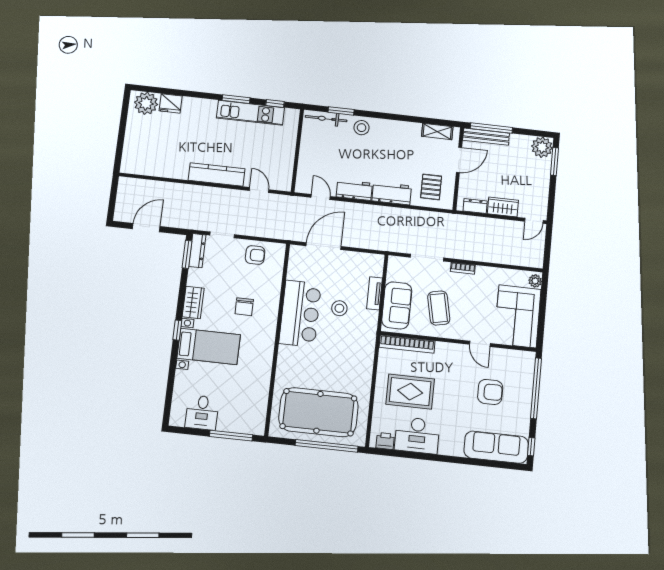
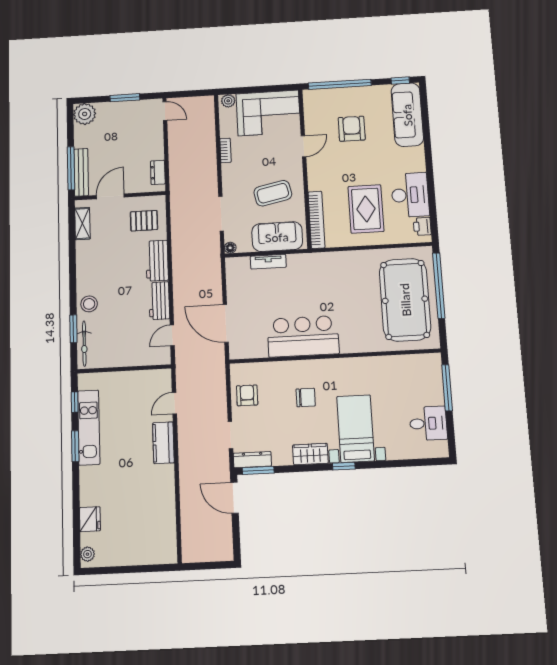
plant: (146, 103) -> (87, 554), width x0.53, depth x0.53
door: (459, 160) -> (110, 196), hinge flipped
window: (555, 161) -> (125, 98), moved
kitchen counter: (217, 174) -> (163, 443), width x0.67
wardrobe: (503, 207) -> (155, 144), removed
door: (146, 228) -> (234, 498), moved
floor lamp: (393, 261) -> (230, 248), added
bookcase: (463, 268) -> (225, 150), moved
stool: (339, 308) -> (290, 296), removed

